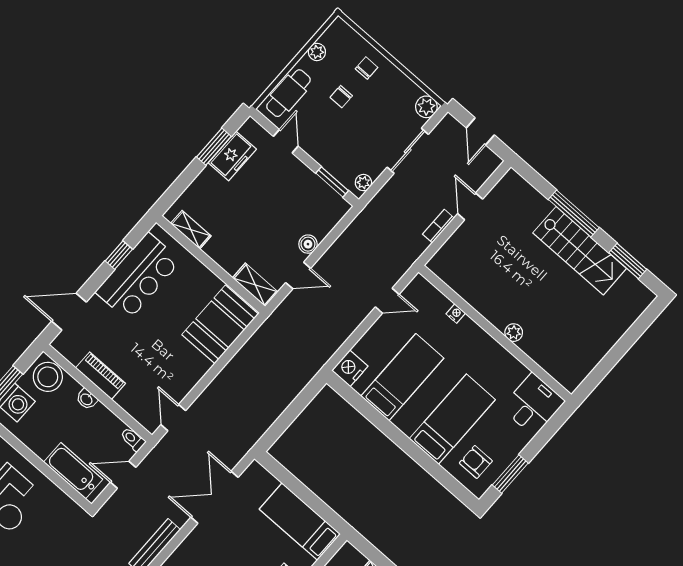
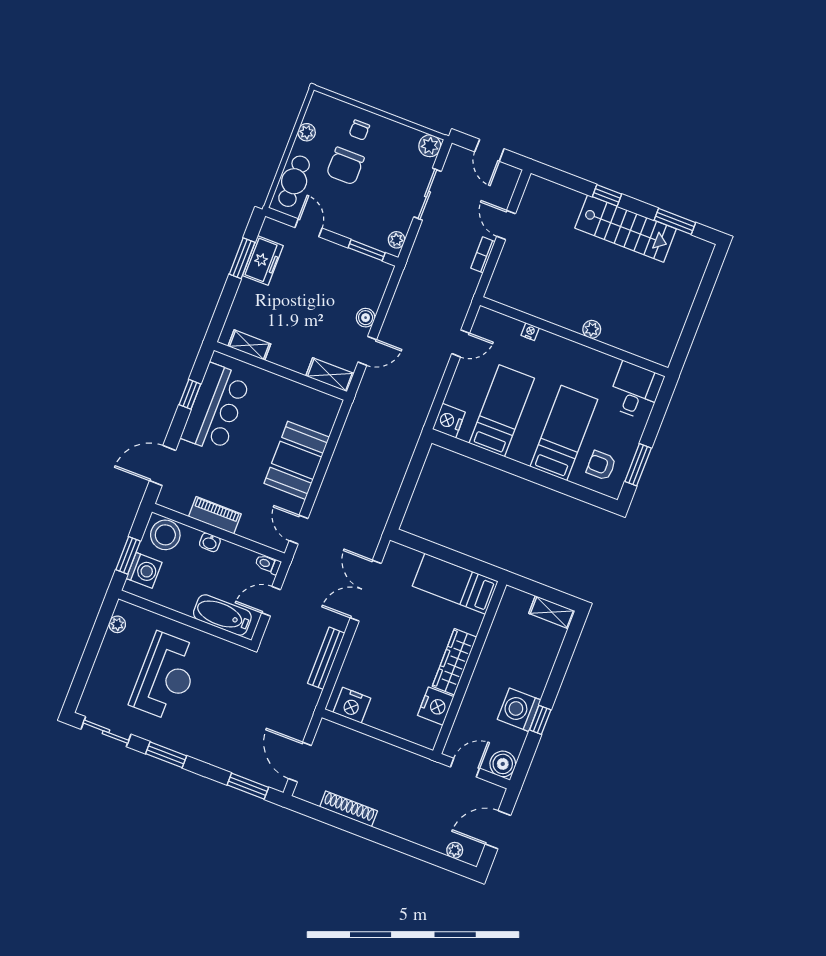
chair: (367, 68) -> (359, 130), turned 180
chair: (341, 97) -> (345, 166), width x1.87, depth x1.87
window: (574, 214) -> (607, 195), width x0.46
booth: (220, 324) -> (297, 460), moved

